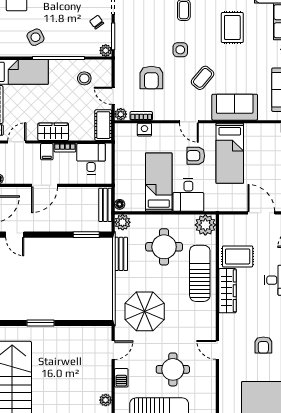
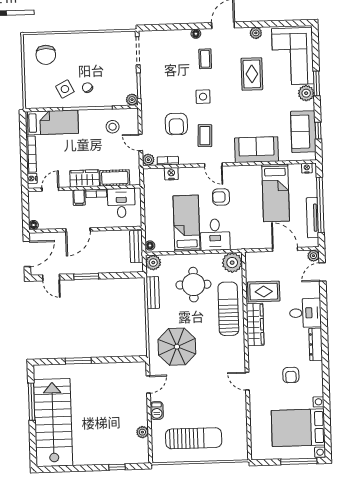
chair: (97, 22) -> (87, 88), moved
coffee table: (203, 78) -> (205, 136), moved, turned -38
cot: (103, 125) -> (115, 178), moved, turned 90
bed: (230, 153) -> (276, 193), moved
window: (86, 235) -> (86, 276), moved
round table: (173, 369) -> (206, 401), removed

